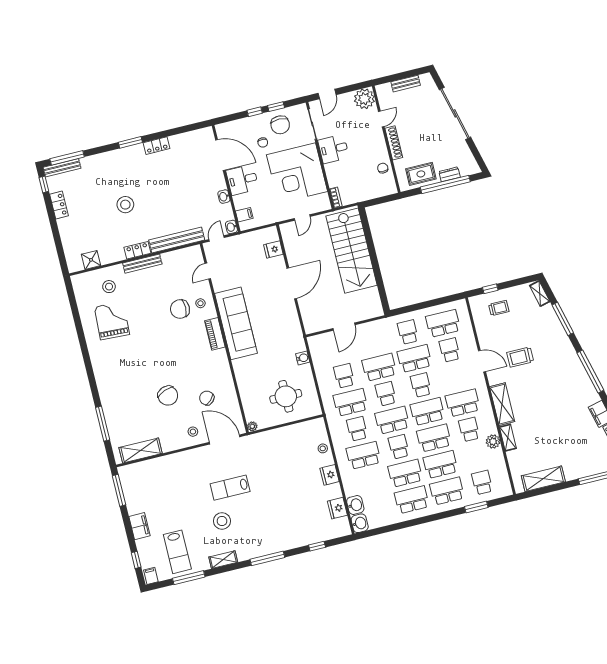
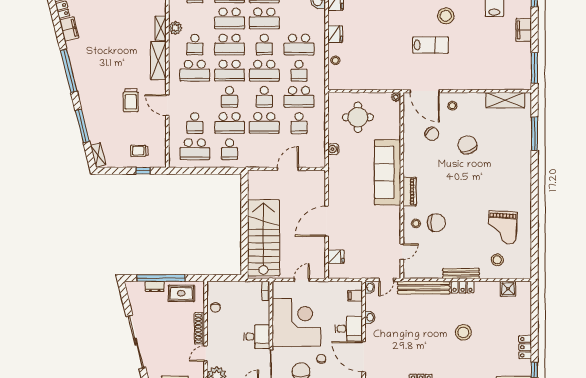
sofa: (236, 323) -> (388, 172), moved
trolley: (520, 357) -> (131, 100), turned 90

